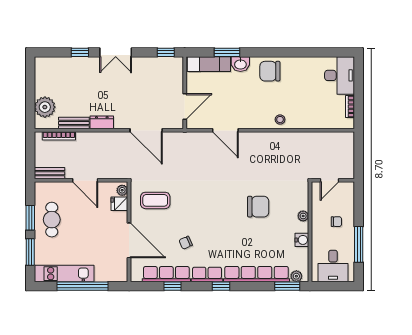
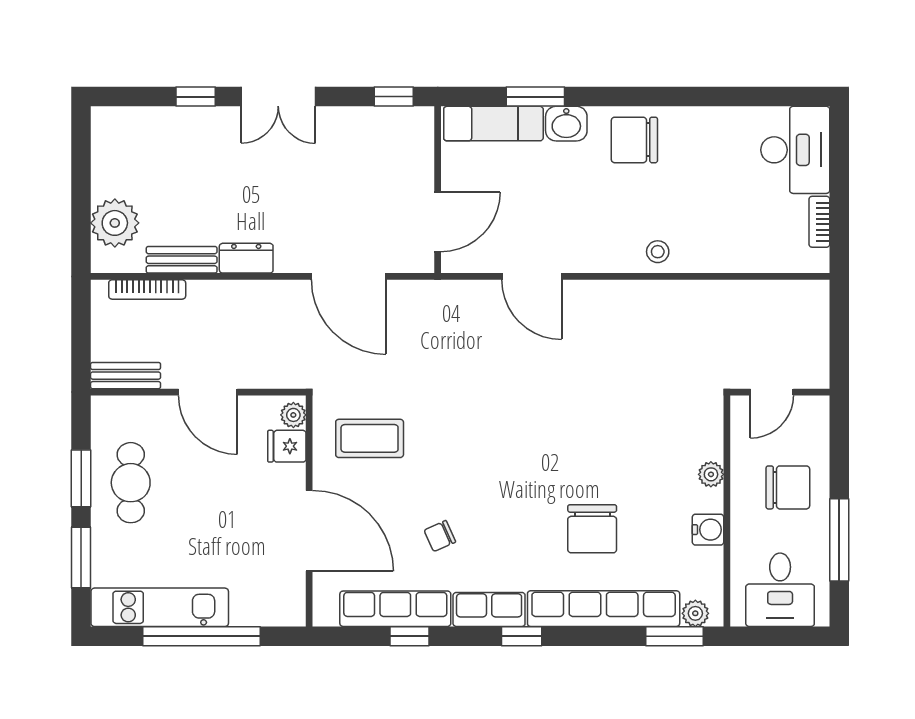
chair: (258, 207) -> (592, 529), moved, turned 90
chair: (336, 222) -> (788, 487), width x1.87, depth x1.87

